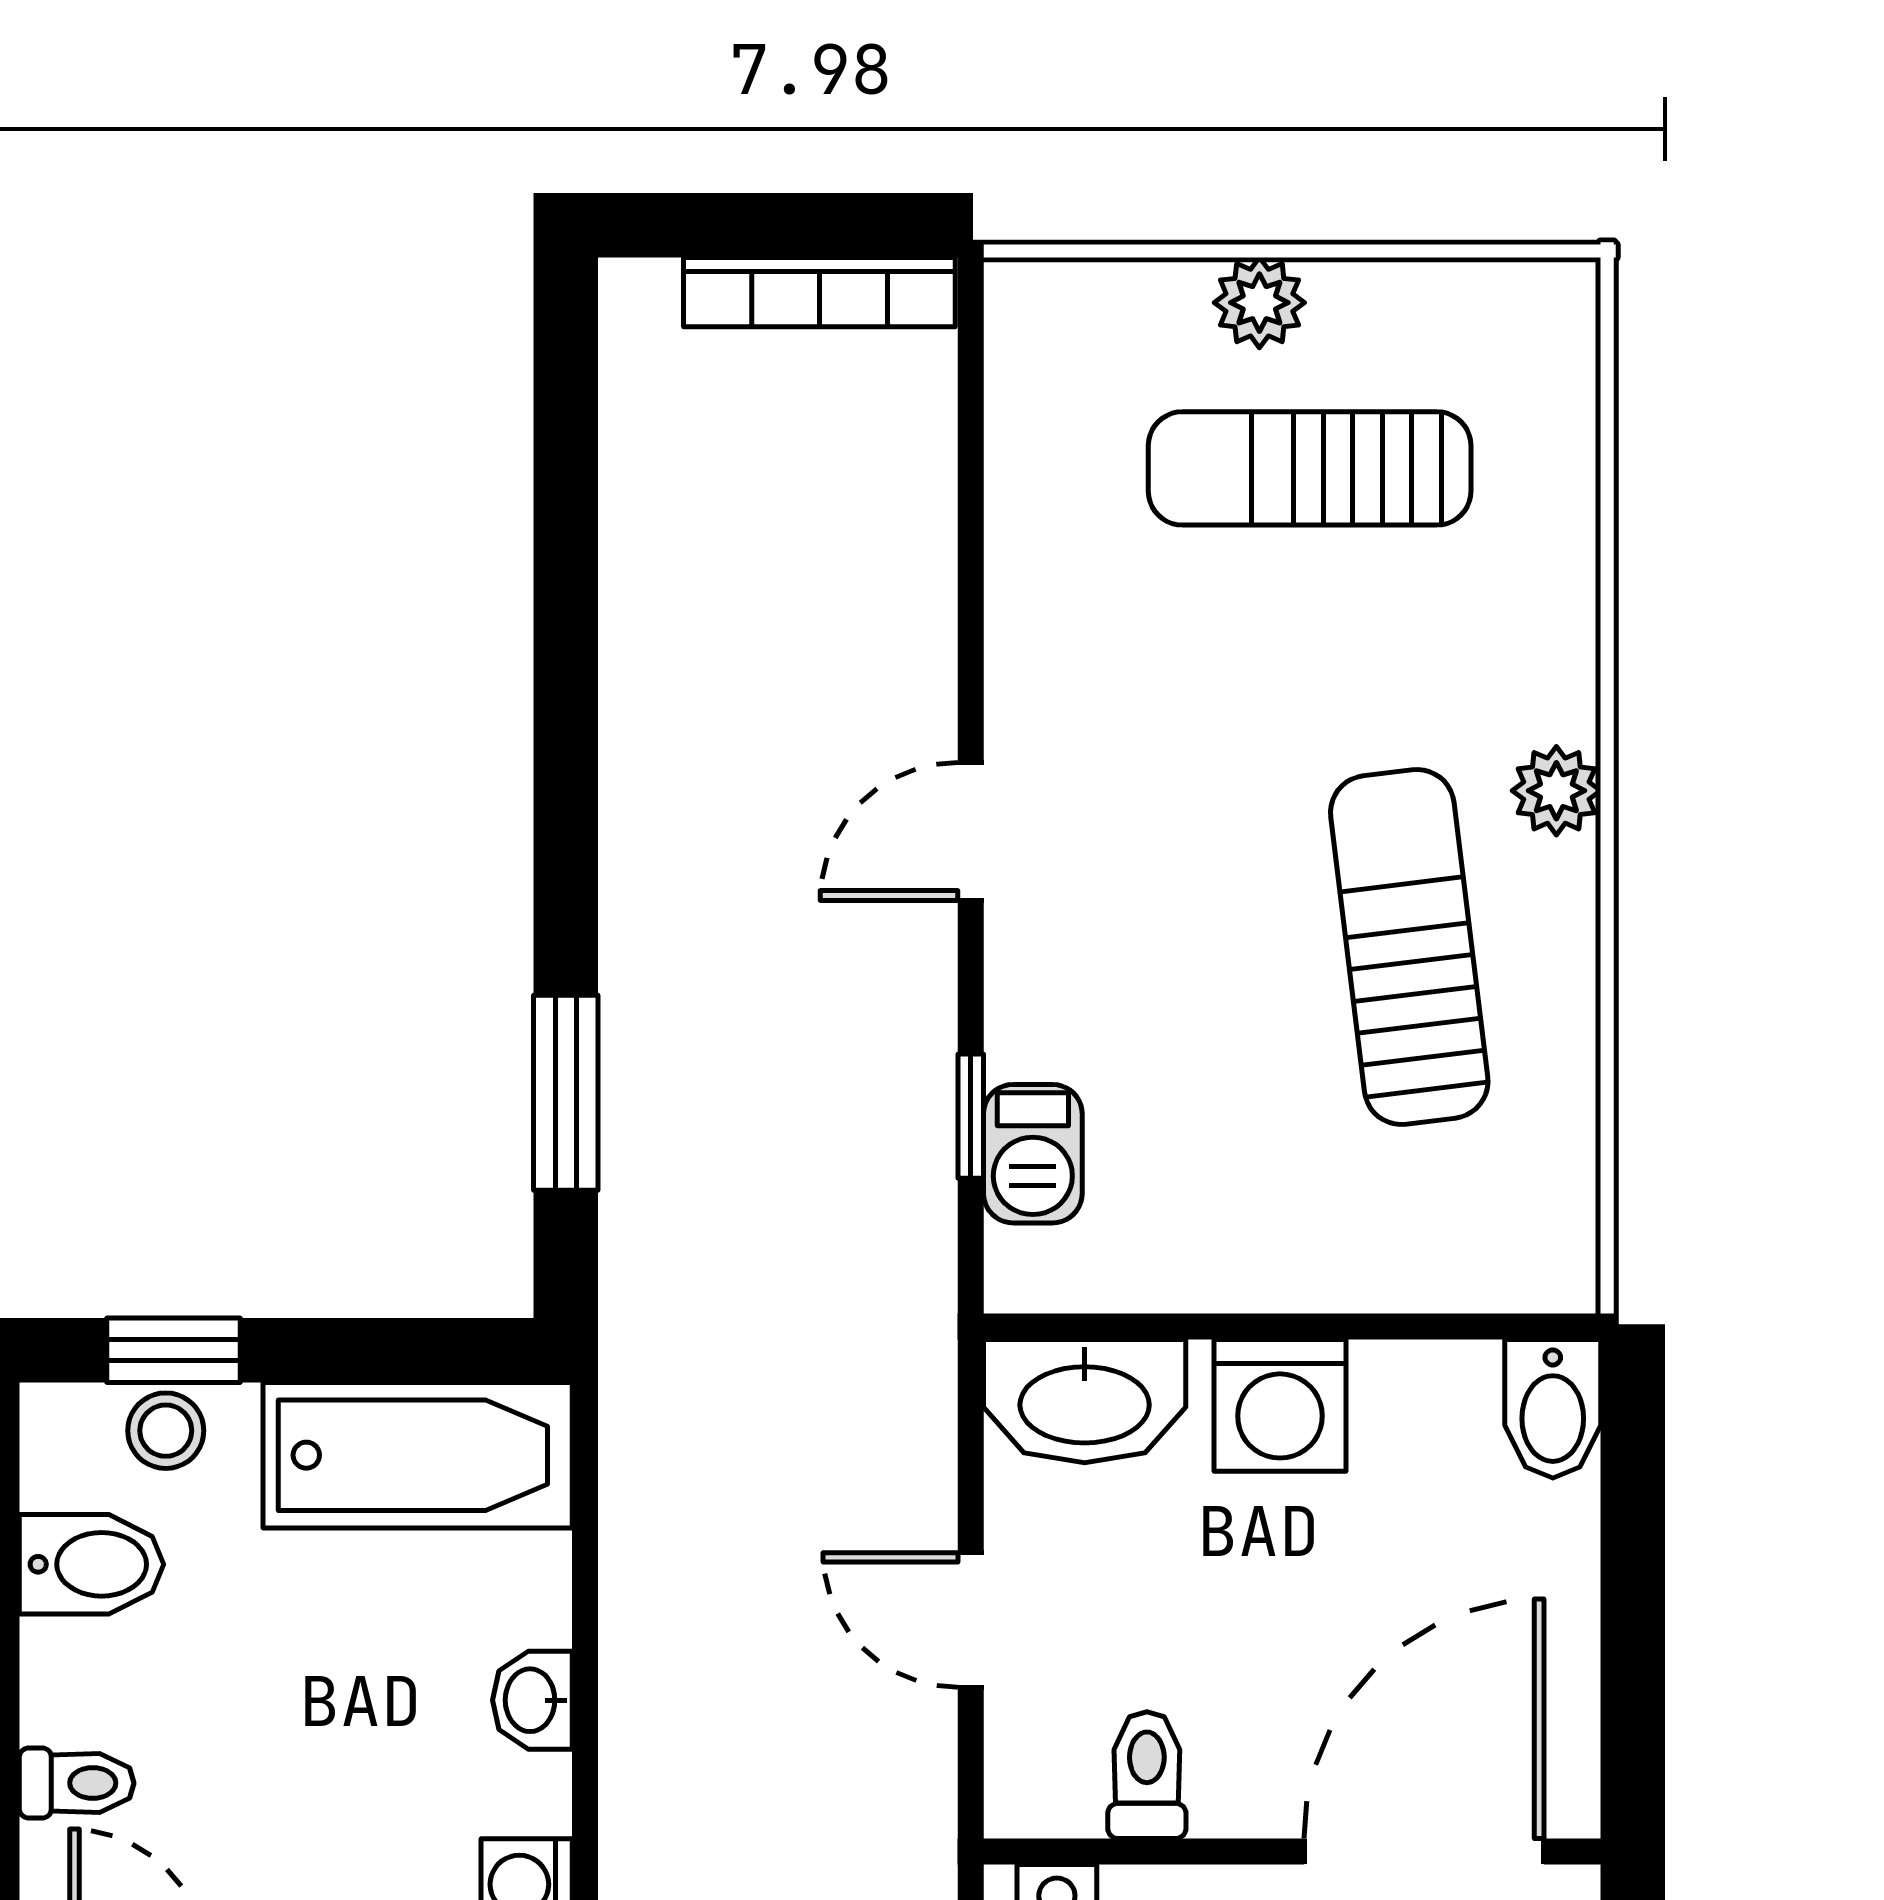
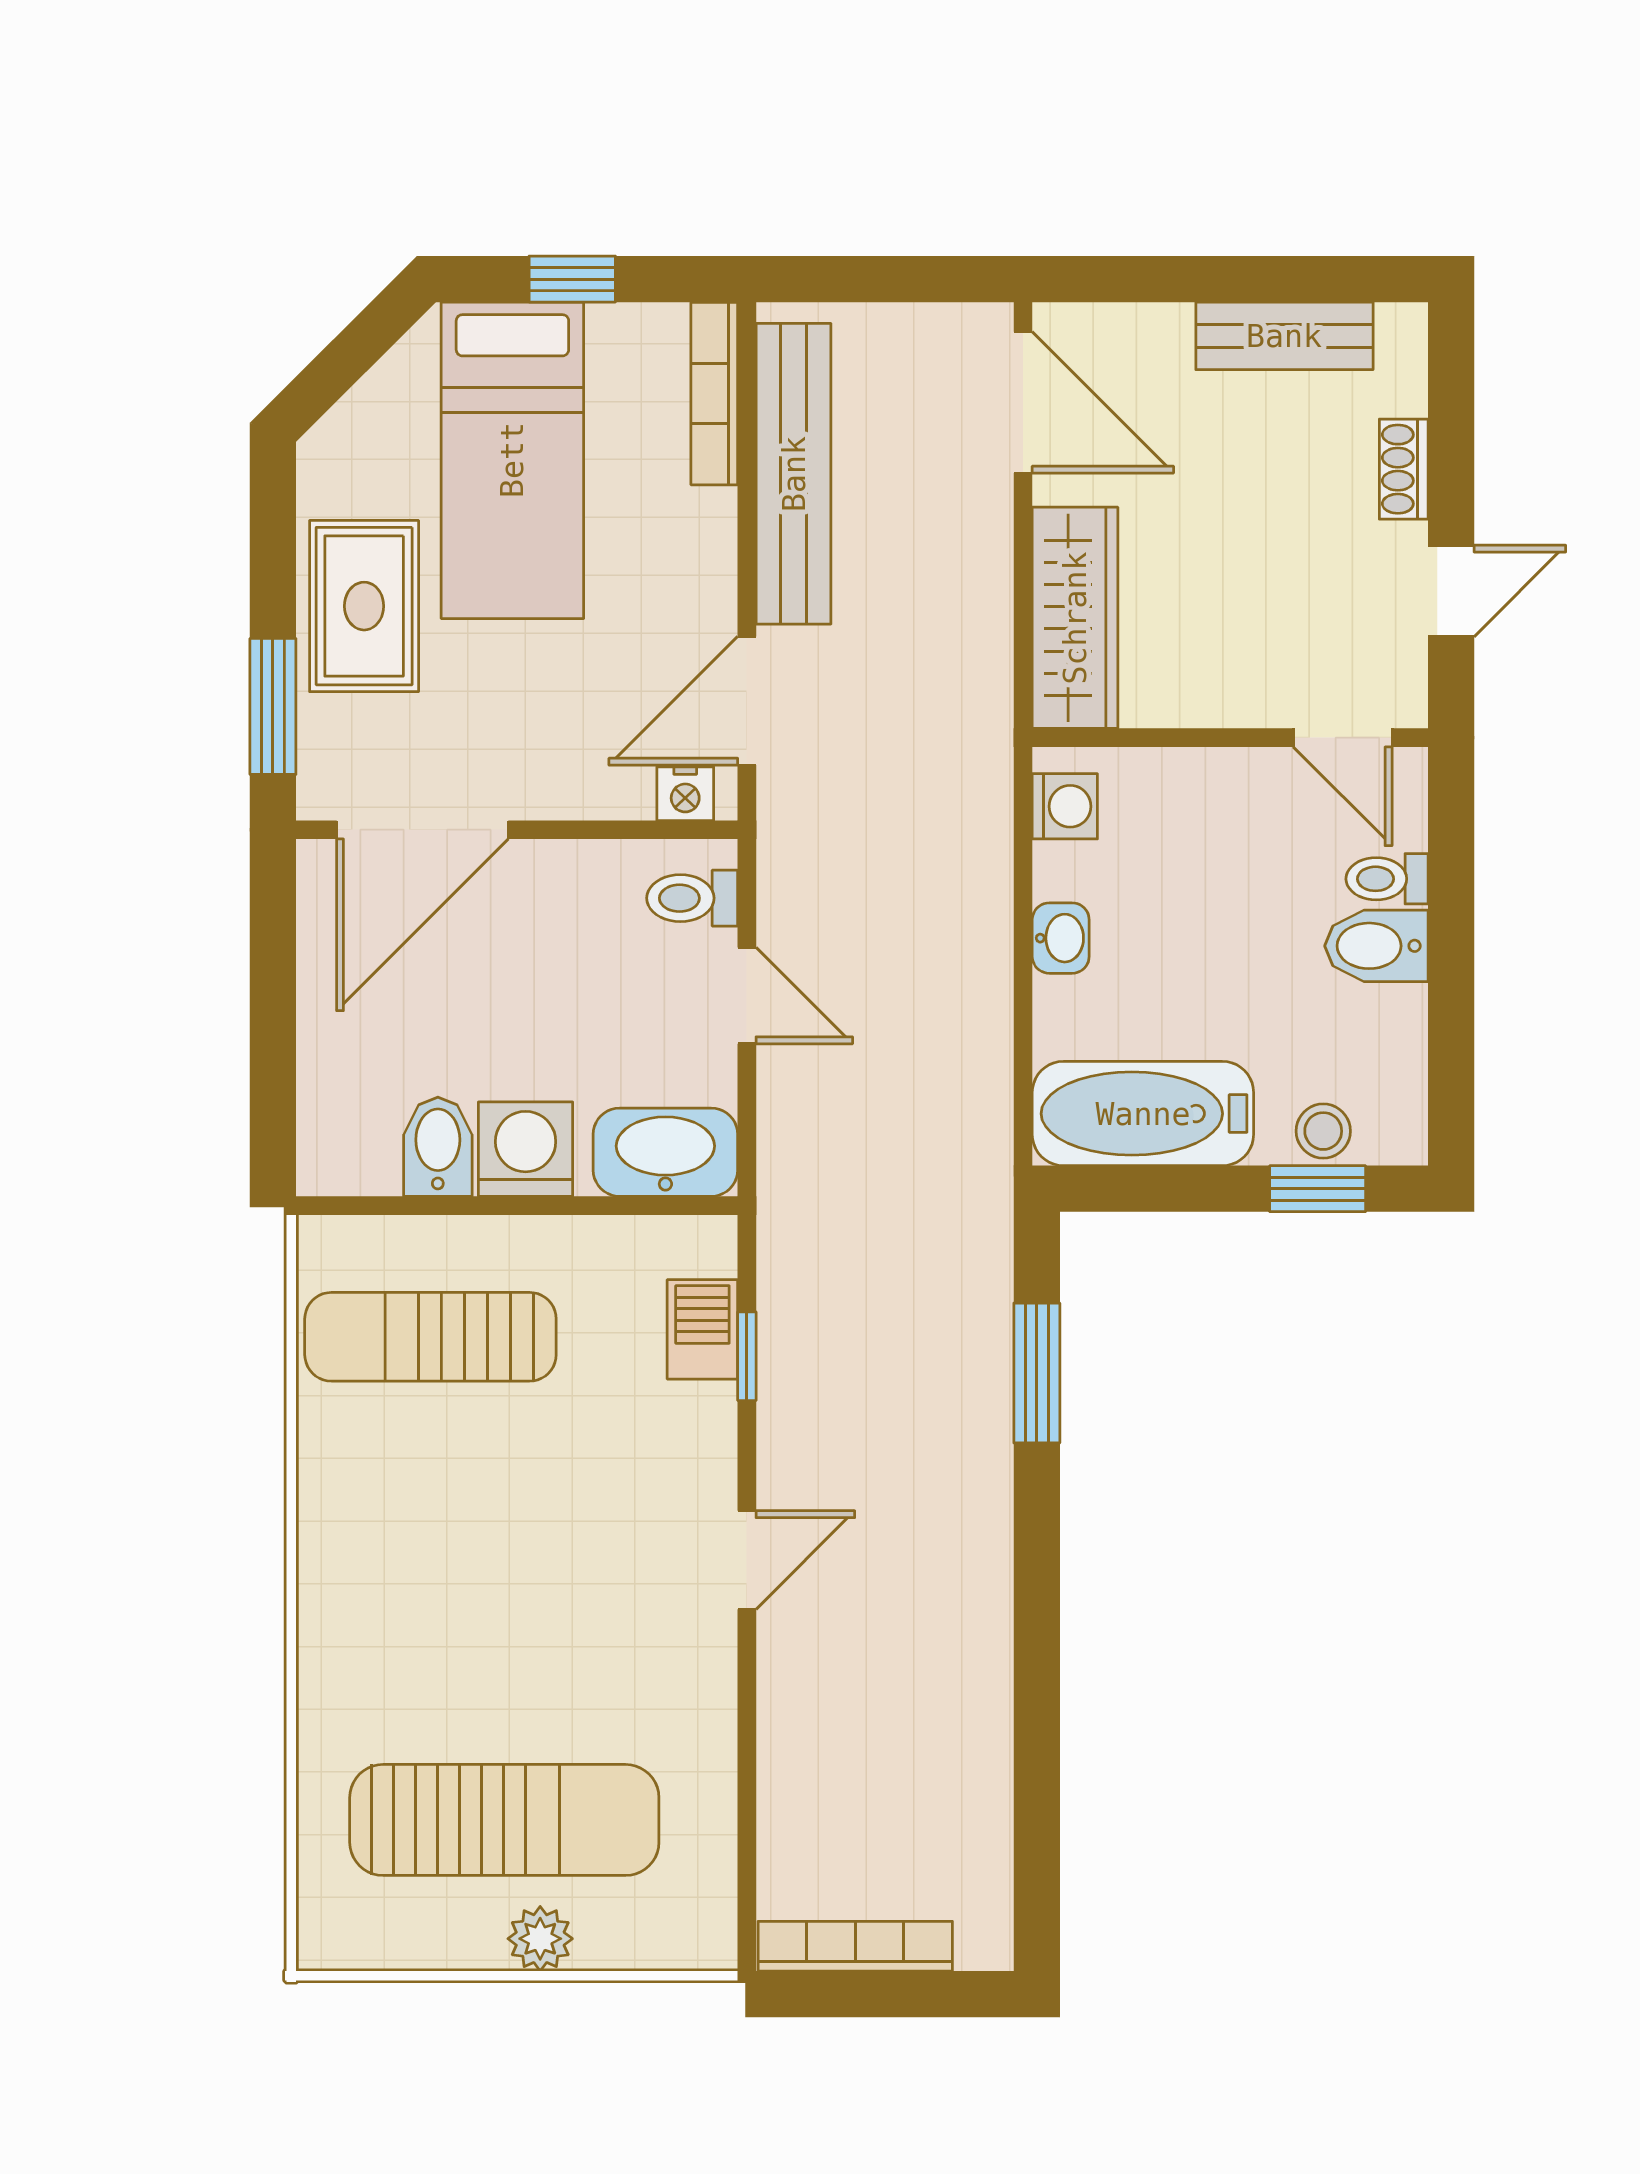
sun lounger: (1310, 468) -> (504, 1820), width x1.36, depth x1.34
plant: (1556, 791) -> (328, 1589), removed
sun lounger: (1409, 947) -> (430, 1337), moved, turned 97
bidet: (1553, 1409) -> (438, 1147), moved
bidet: (92, 1564) -> (1376, 946), moved
toilet: (1147, 1775) -> (692, 898), moved, turned 90

